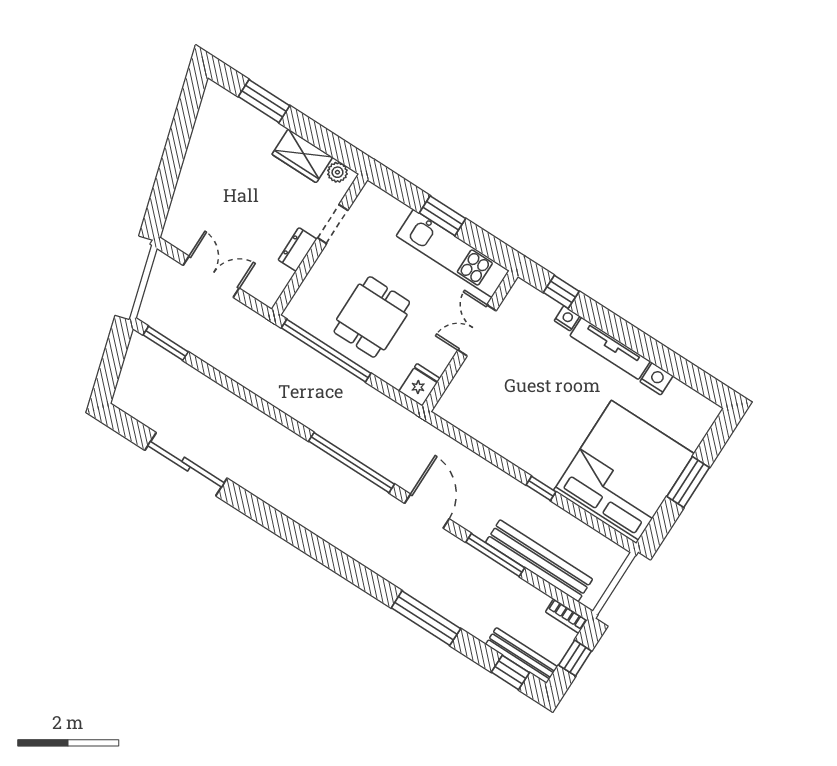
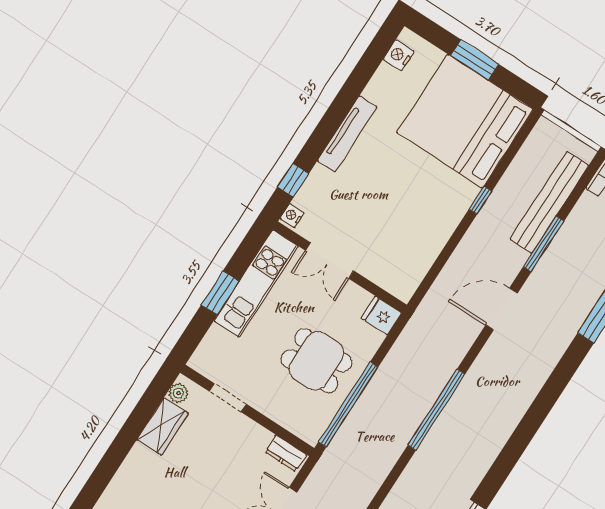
window: (264, 101) -> (110, 463), removed
dresser: (297, 249) -> (286, 453), moved
nightstand: (567, 318) -> (292, 216), moved
nightstand: (656, 379) -> (399, 55), moved
window: (351, 463) -> (436, 410), moved

